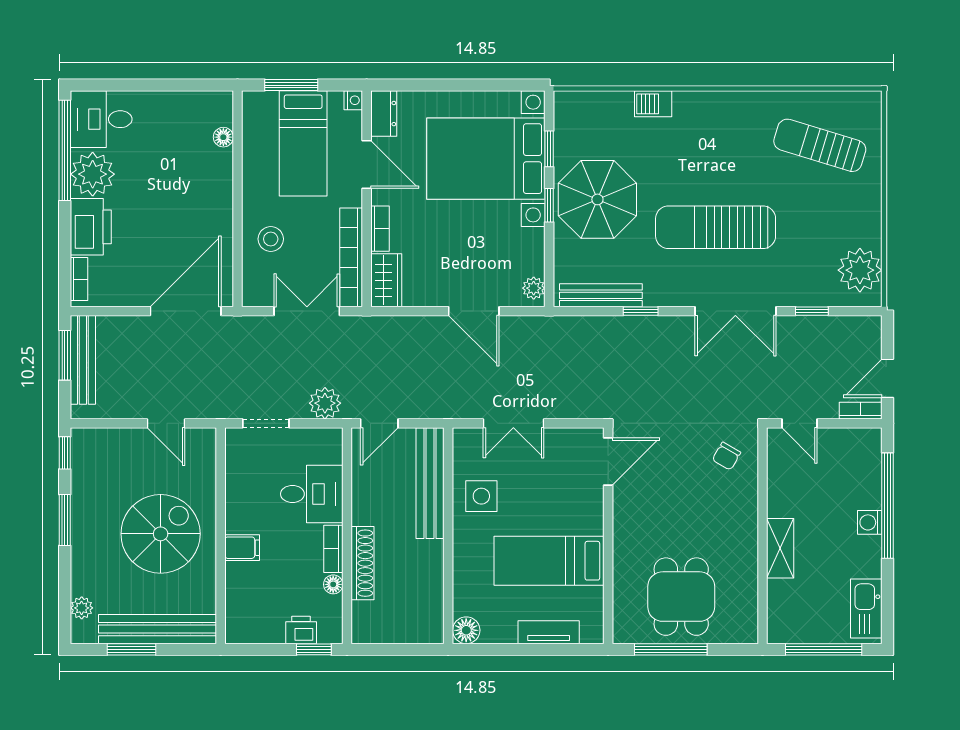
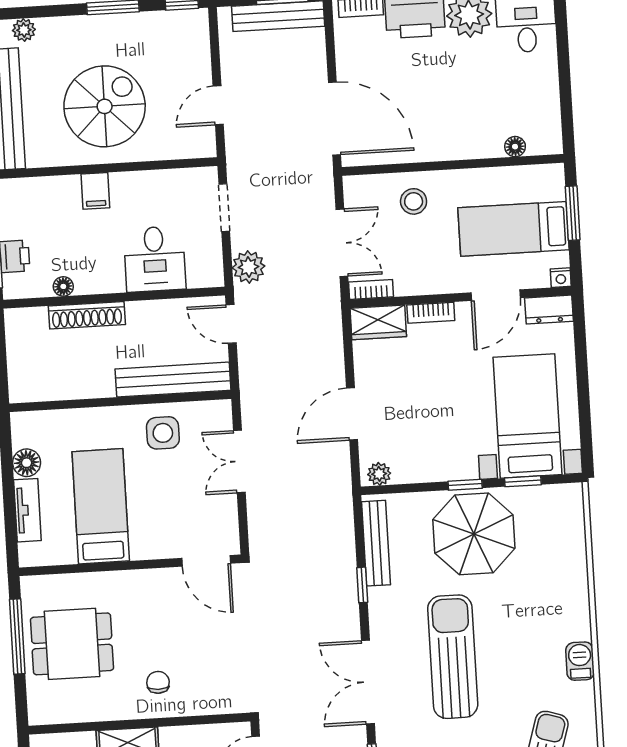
barbecue: (653, 104) -> (580, 661), moved
bed with nightstands: (486, 159) -> (528, 416), width x0.73
bookcase: (351, 257) -> (371, 289), width x0.43, depth x0.76
chair: (726, 456) -> (158, 682), moved, turned 60
spiral stairs: (161, 534) -> (105, 106), turned -90
bookcase: (333, 549) -> (100, 284), removed
floor lamp: (466, 630) -> (27, 463), moved

